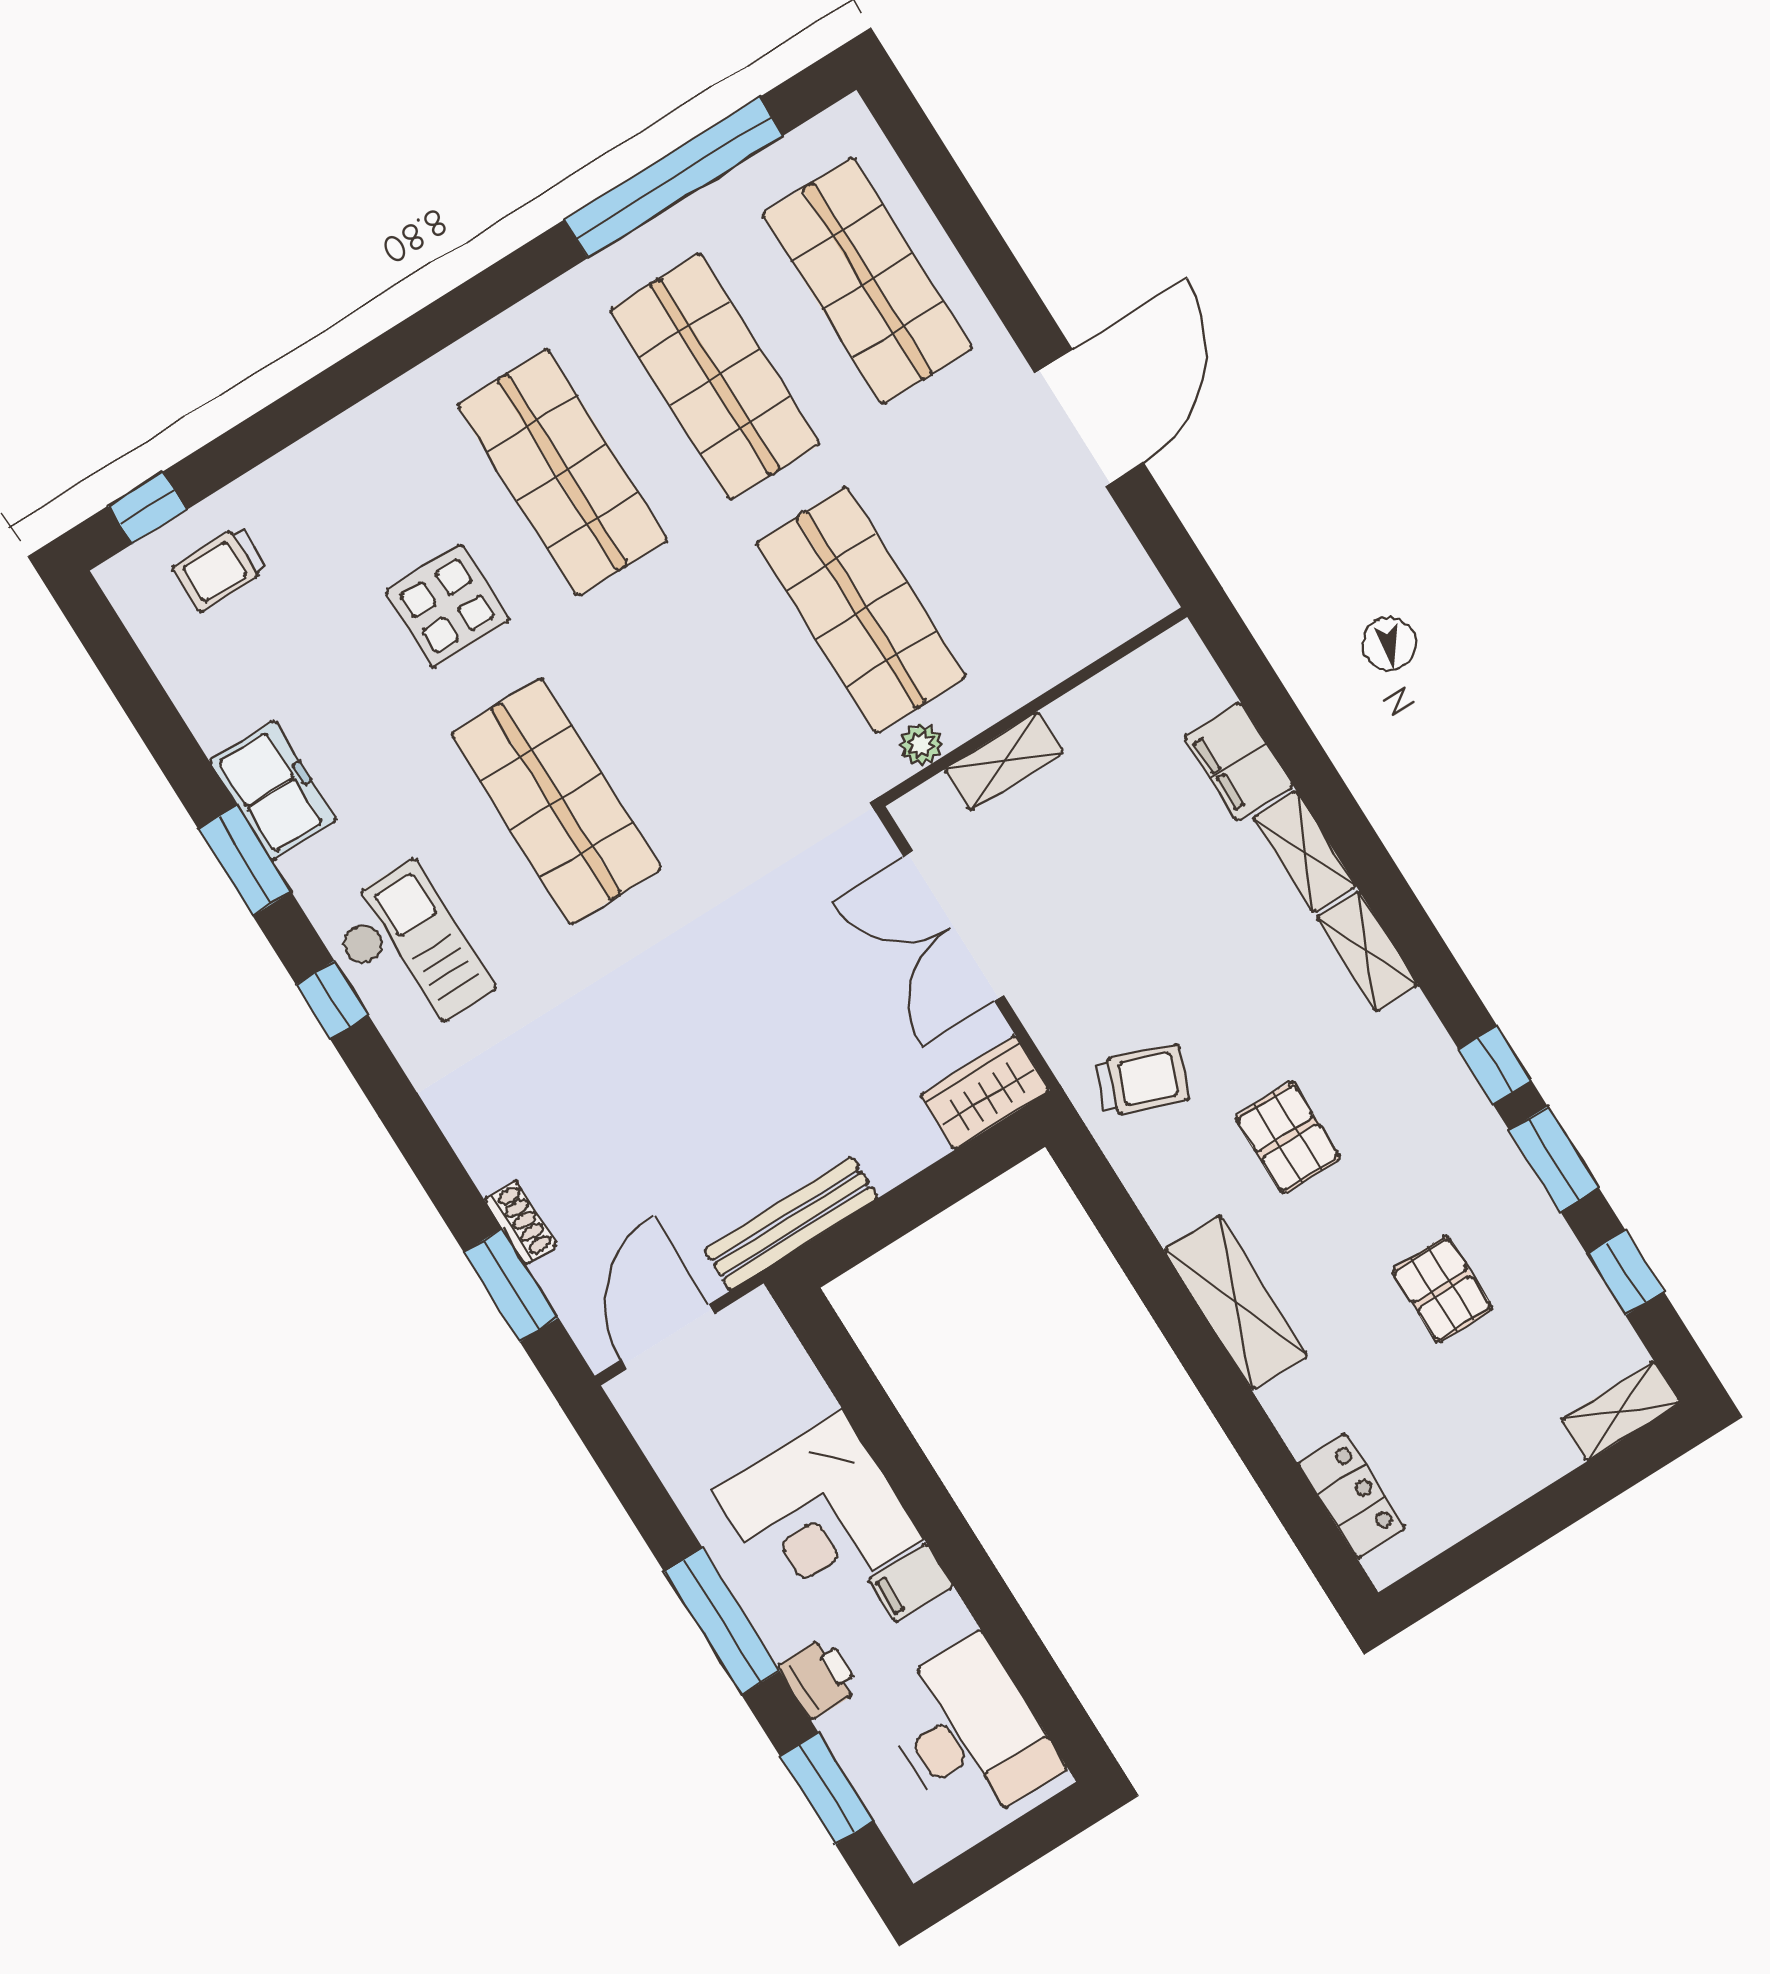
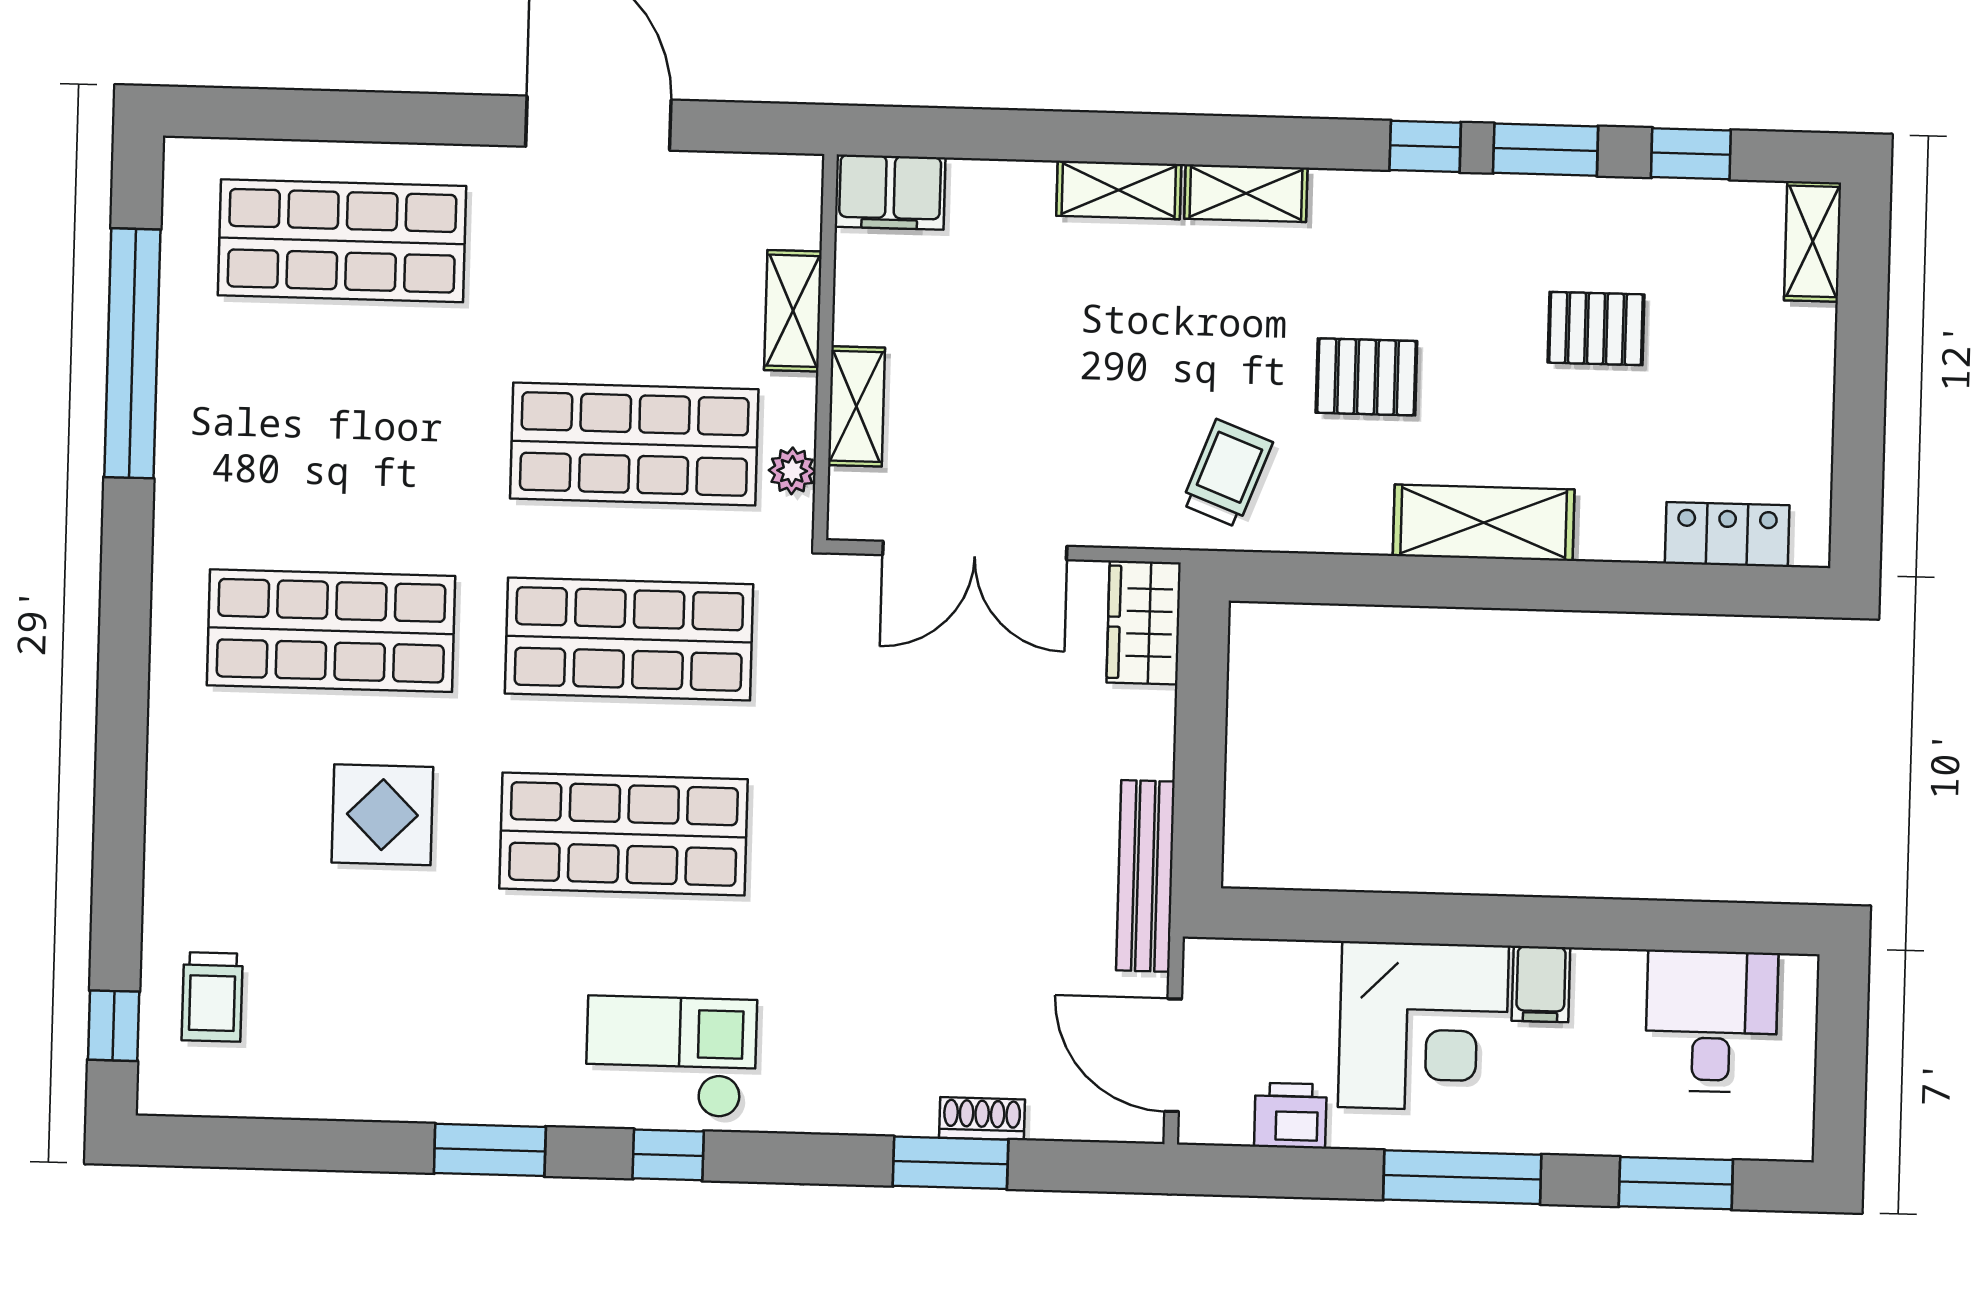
shop shelf: (715, 377) -> (629, 639), moved
shelving: (1045, 663) -> (793, 311), added
filing cabinet: (1238, 761) -> (890, 192), moved
freezer: (273, 791) -> (444, 1082), removed
window: (511, 1285) -> (950, 1163), moved
printer: (819, 1678) -> (1290, 1116), moved
desk: (969, 1733) -> (1712, 1021), width x0.73

